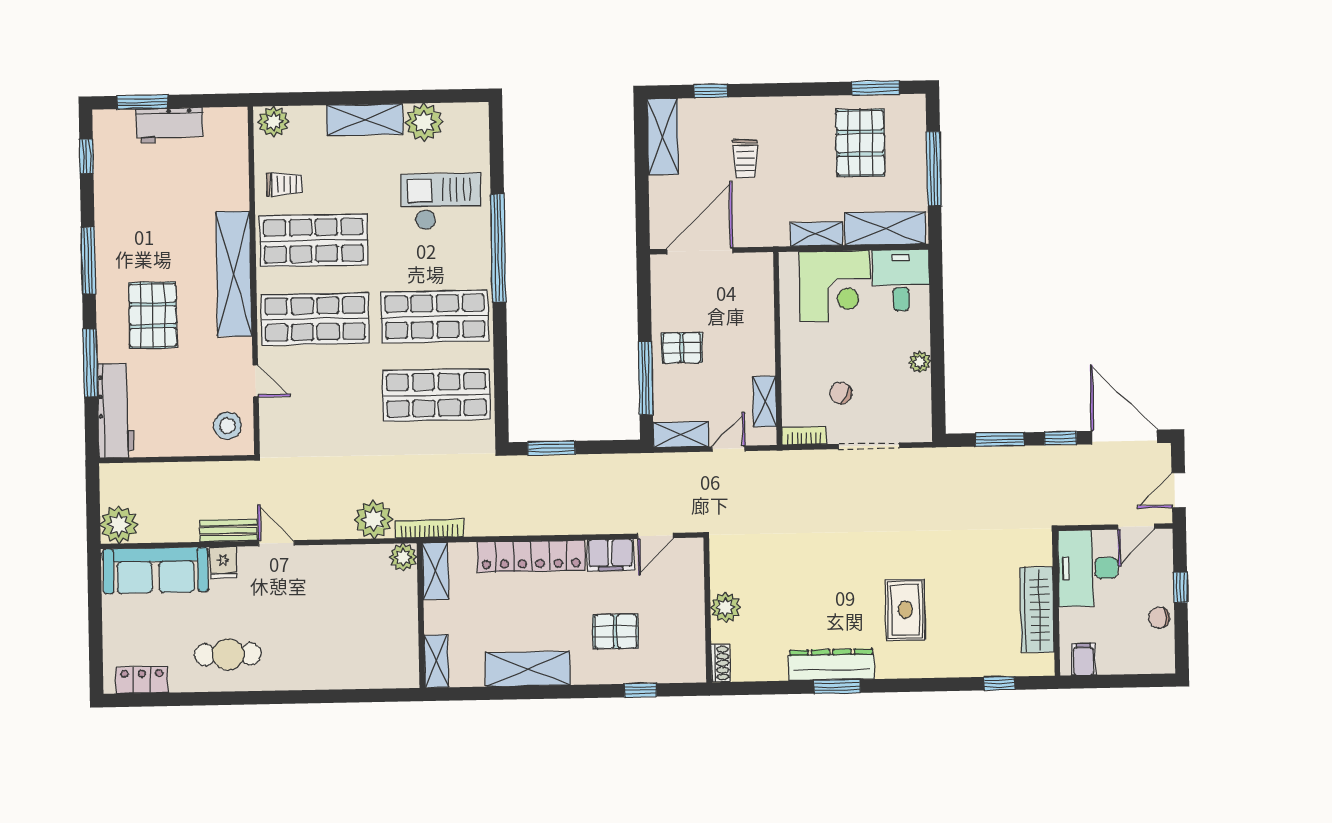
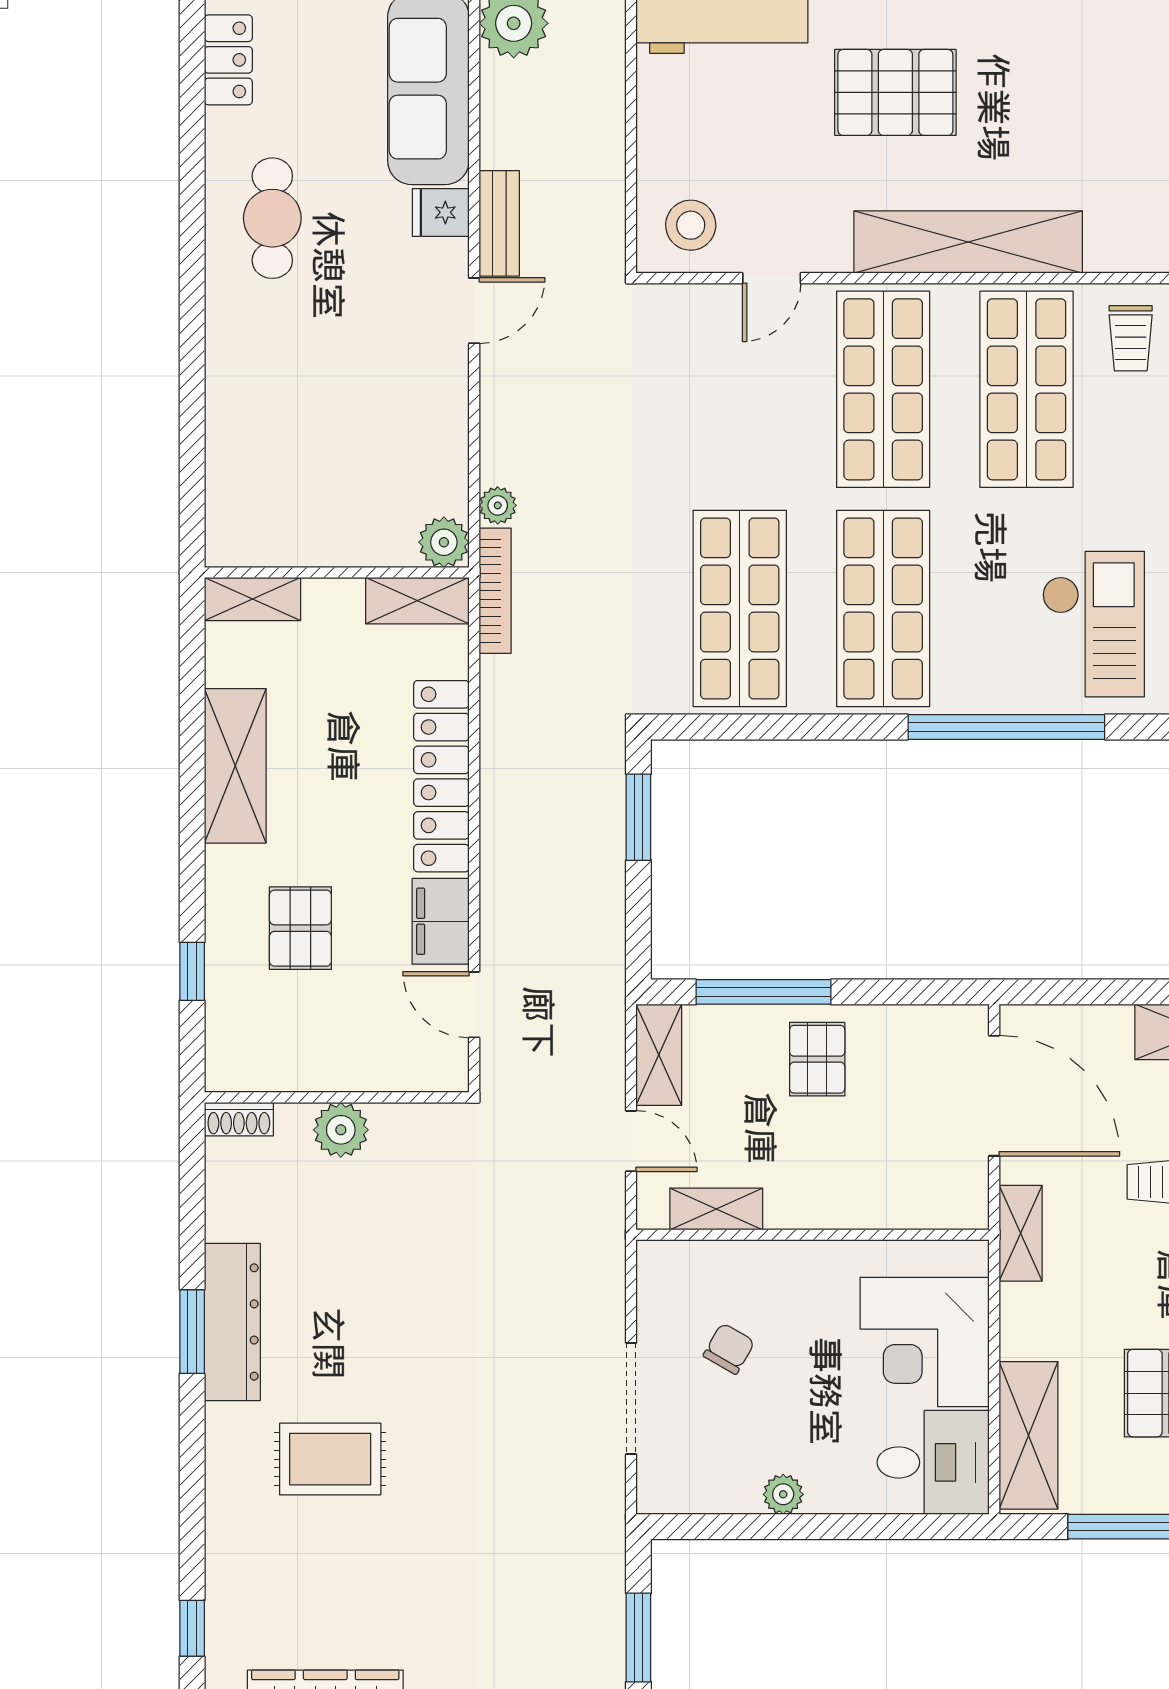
shelving: (816, 234) -> (1021, 1233), moved
bookcase: (804, 436) -> (652, 1280), removed
plant: (373, 519) -> (498, 505), width x0.53, depth x0.53

